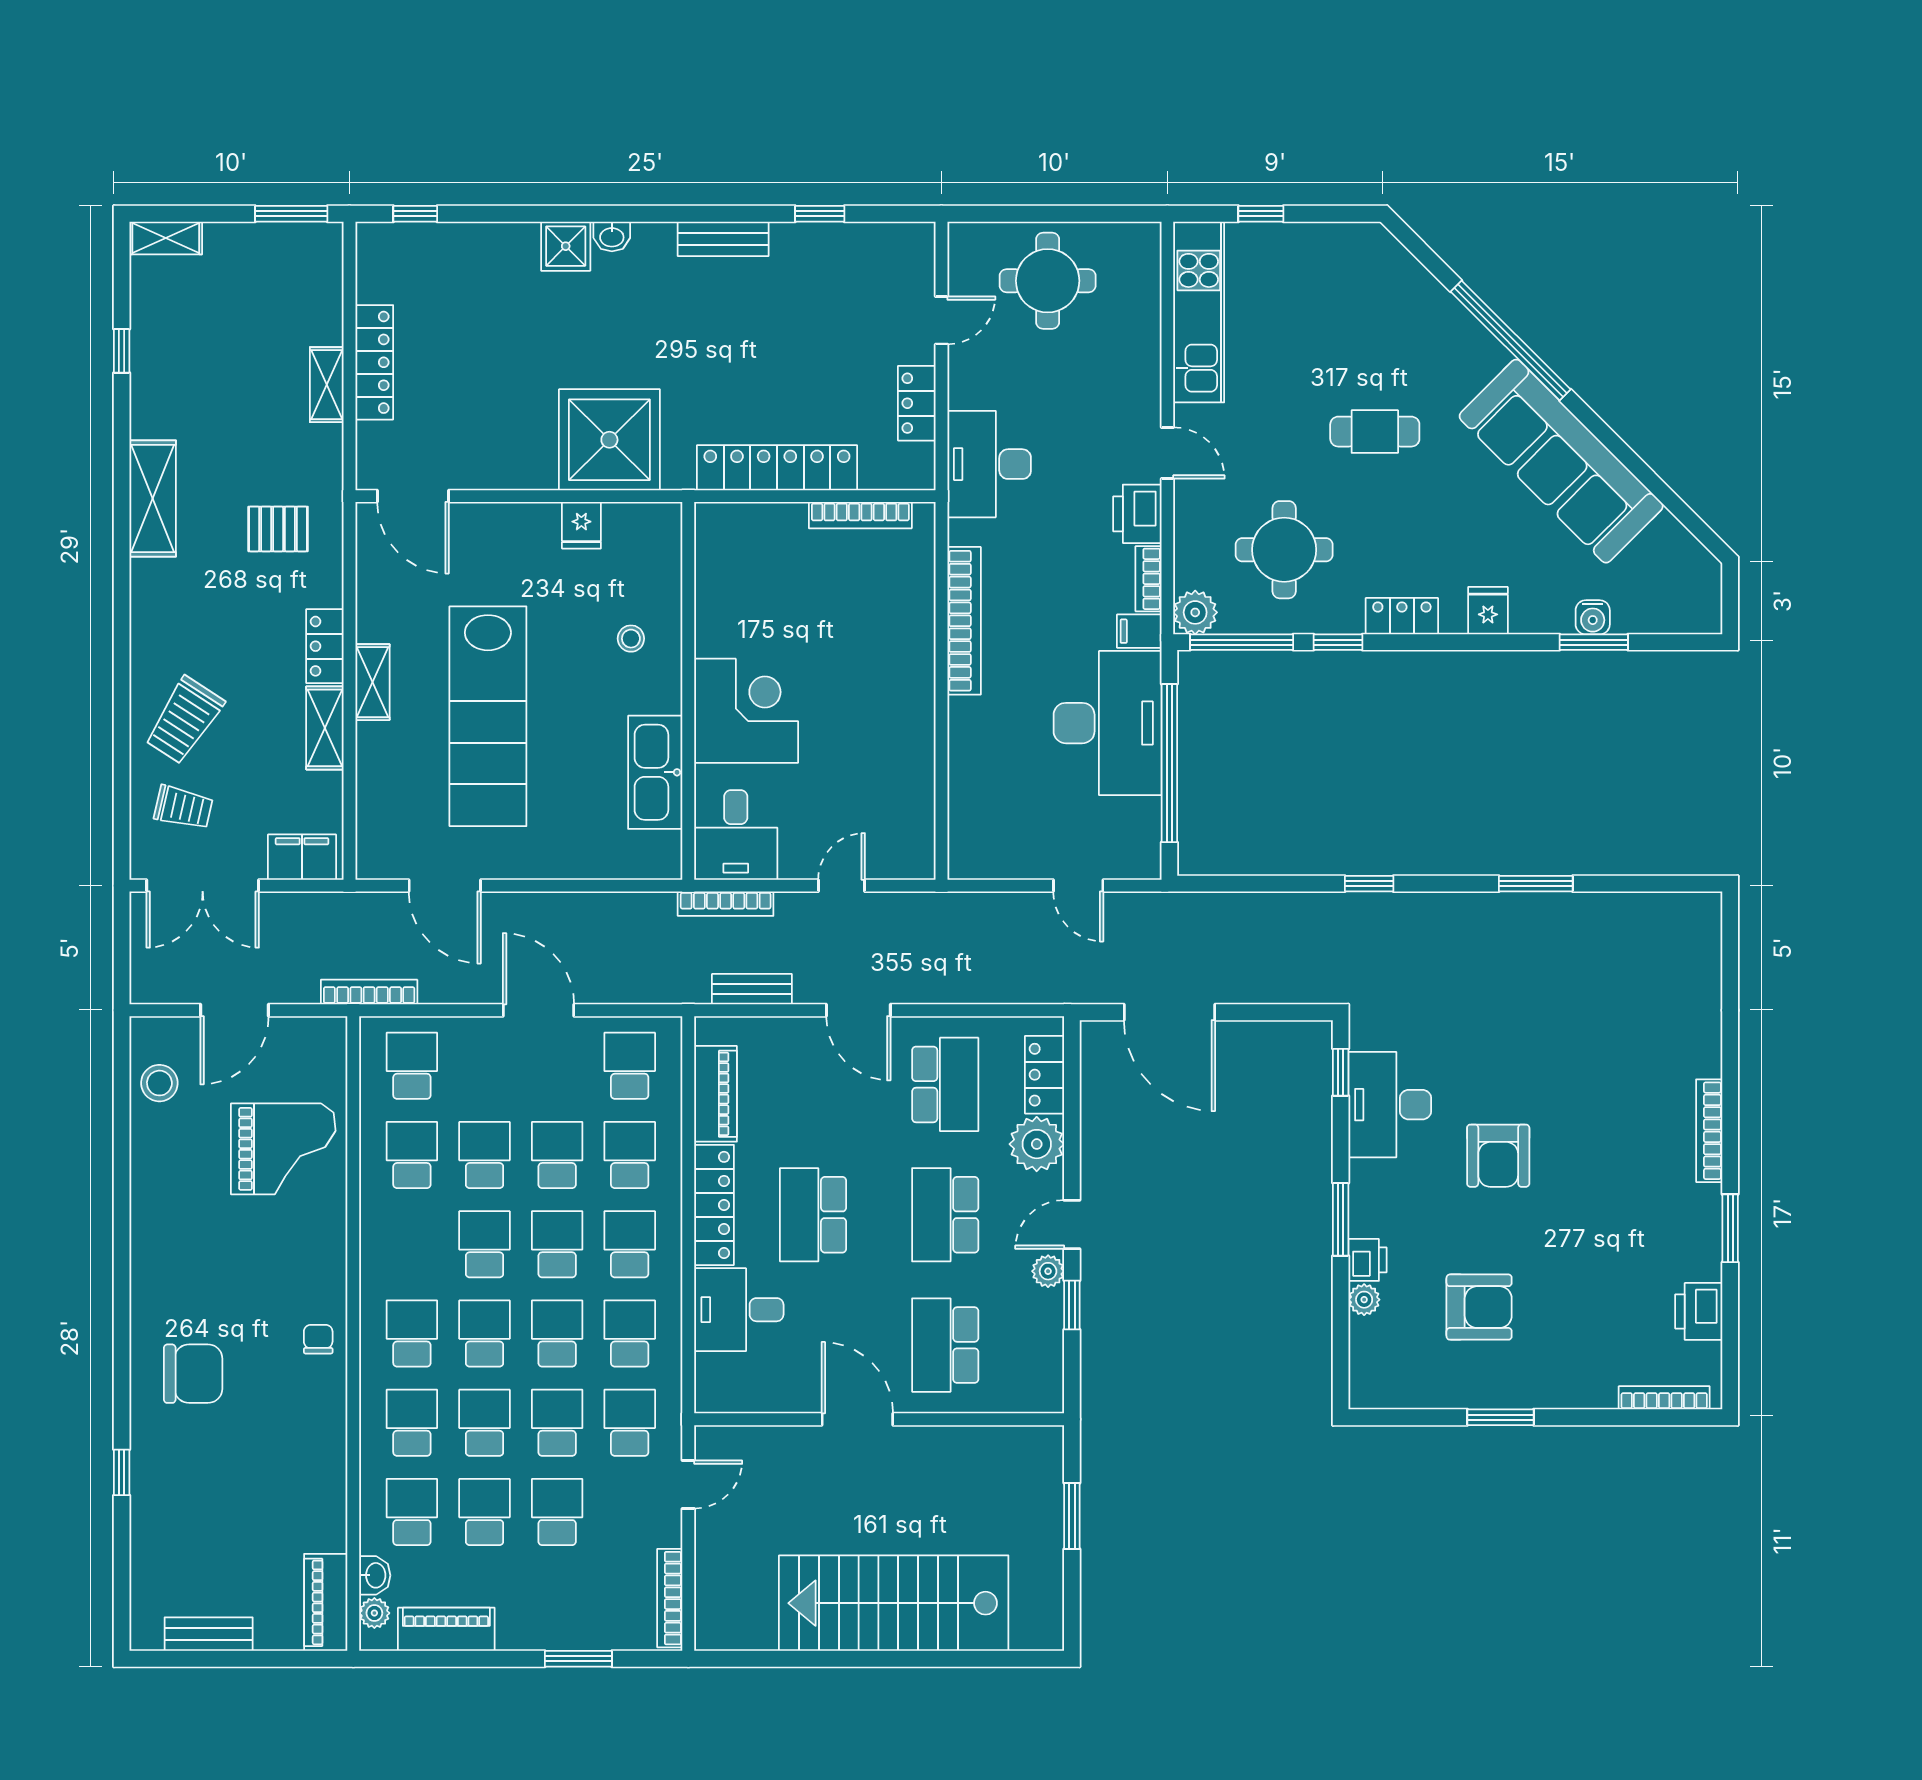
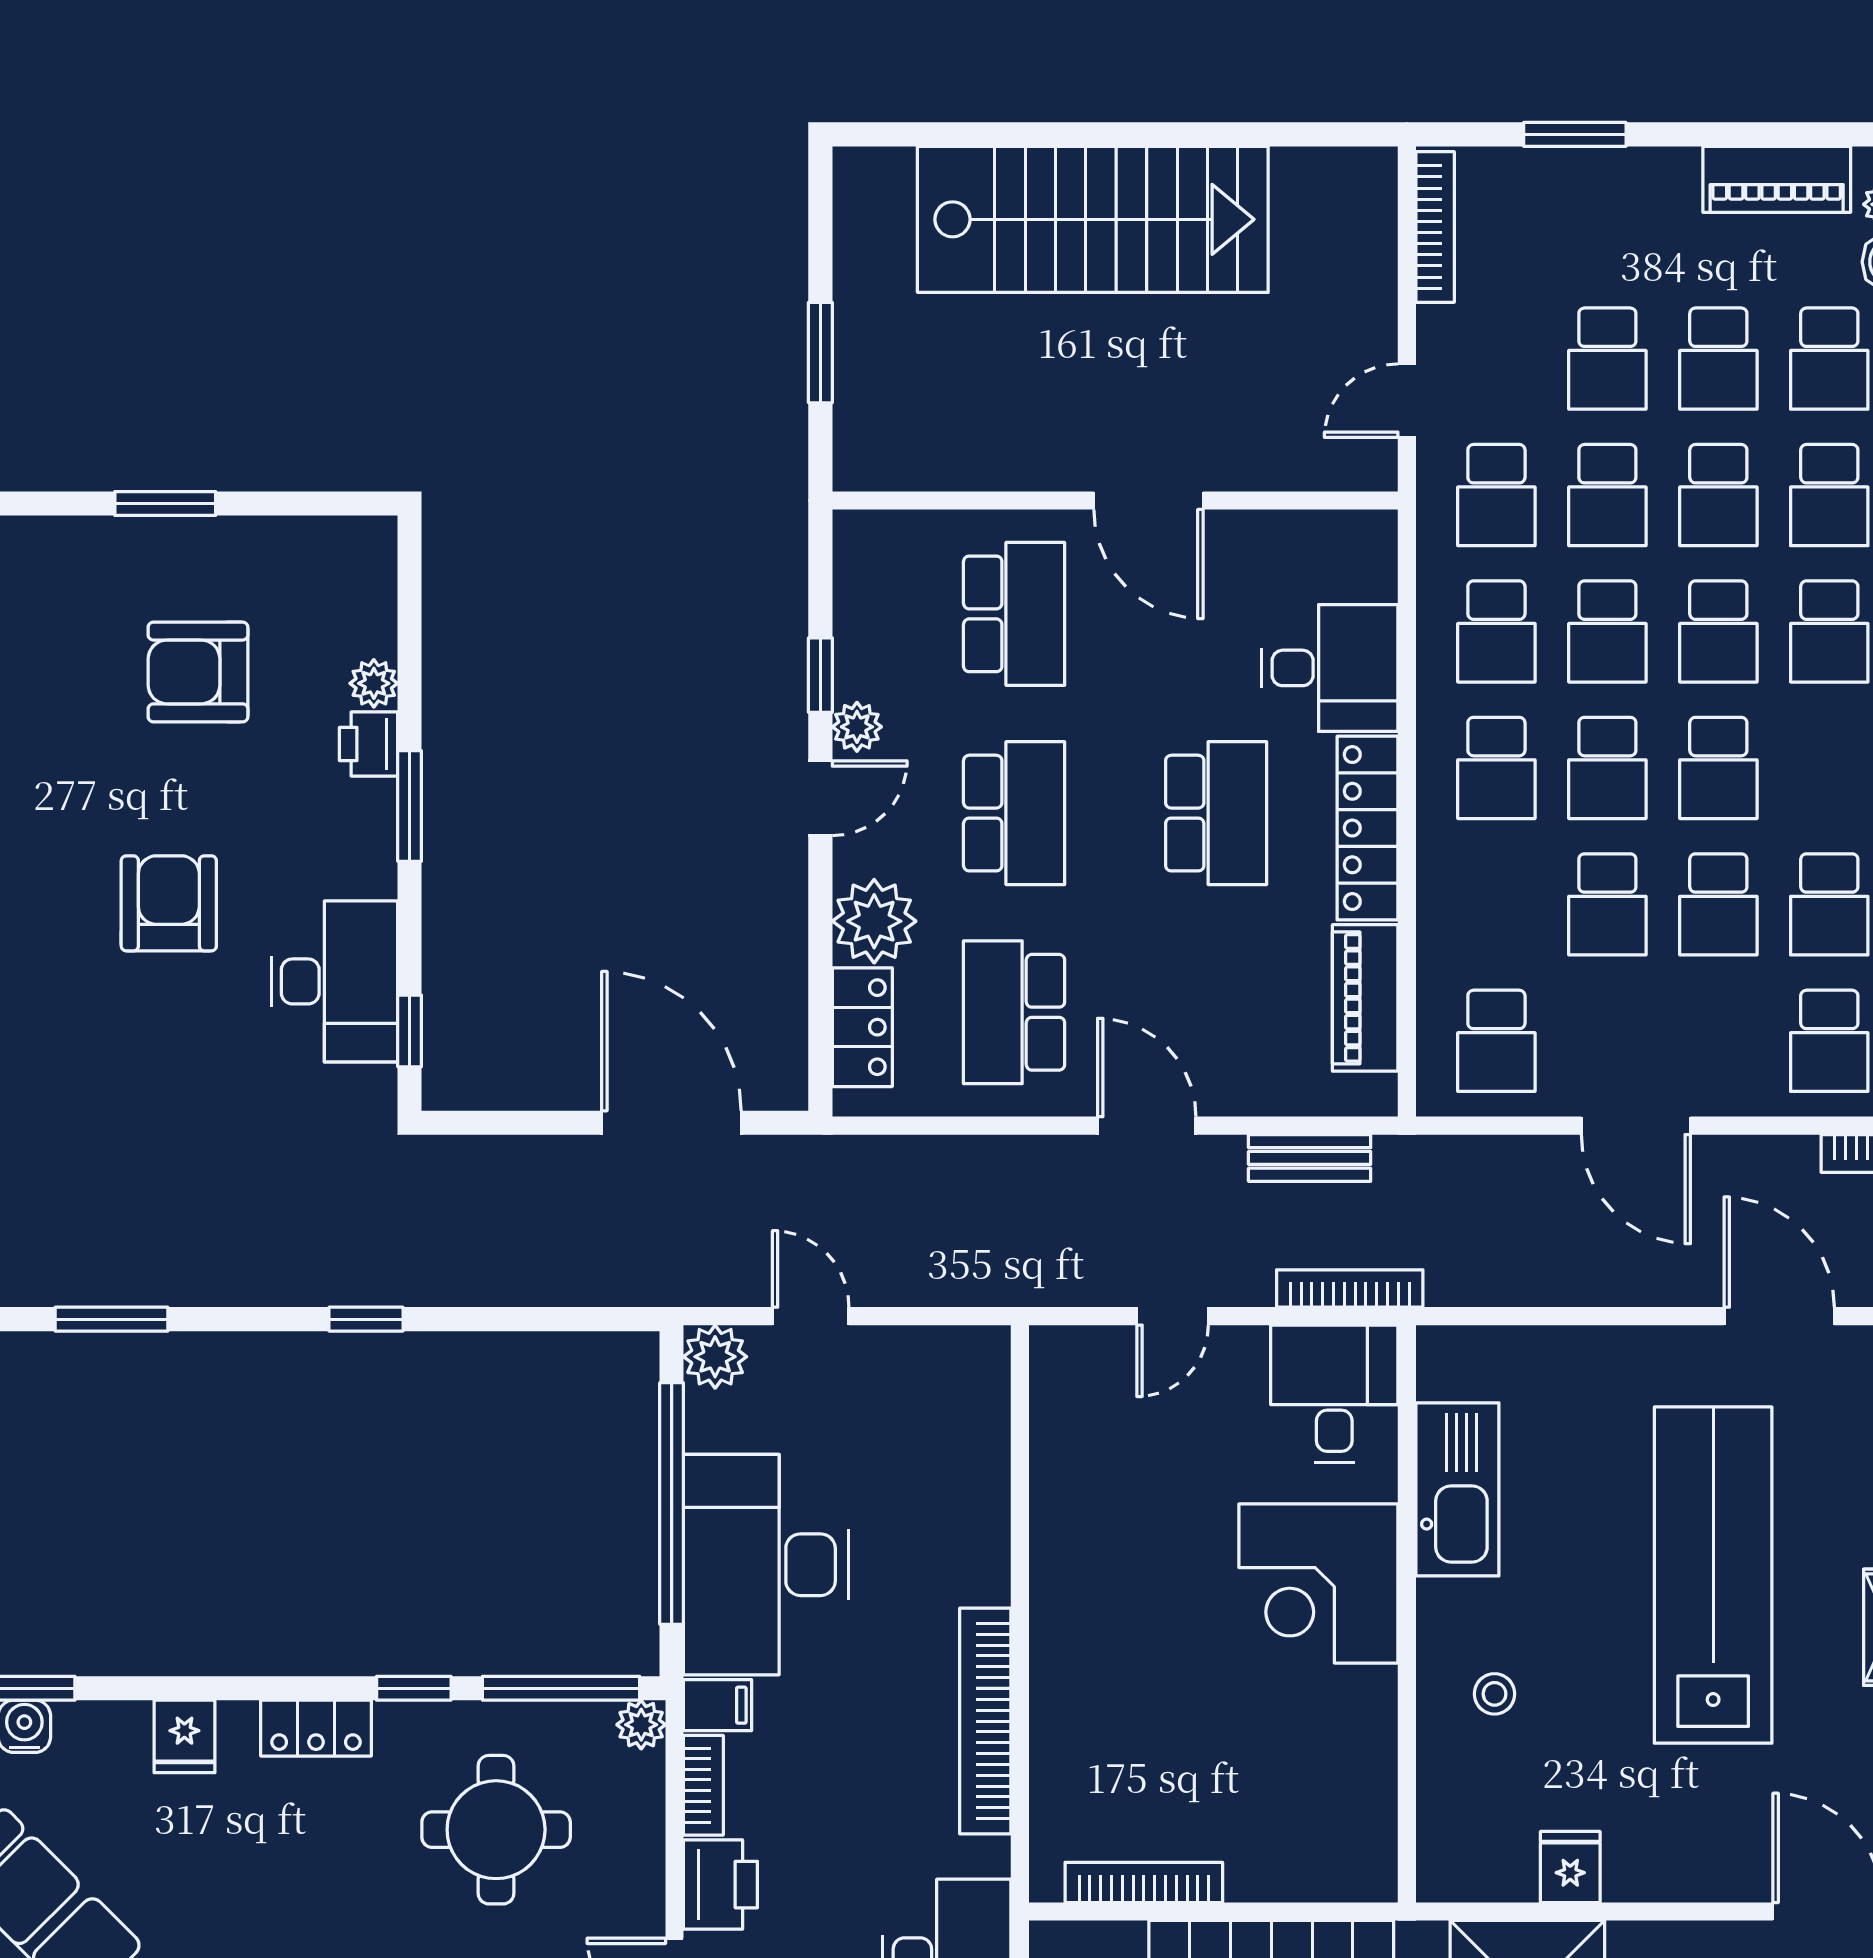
plant: (1195, 612) -> (641, 1725), width x0.73, depth x0.73
plant: (1141, 859) -> (715, 1357), added
school desk: (630, 1155) -> (1496, 904), removed

